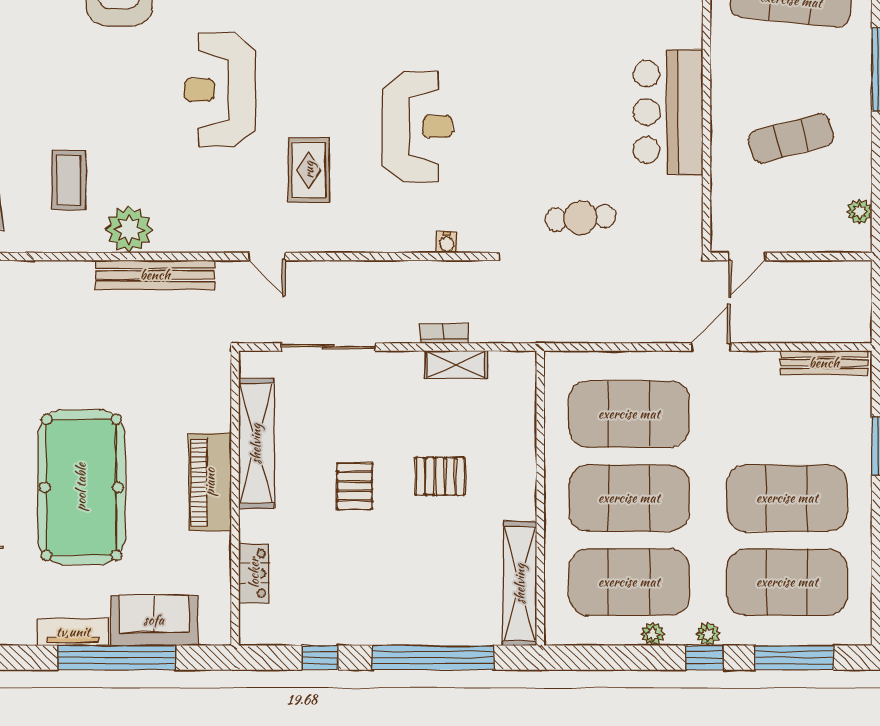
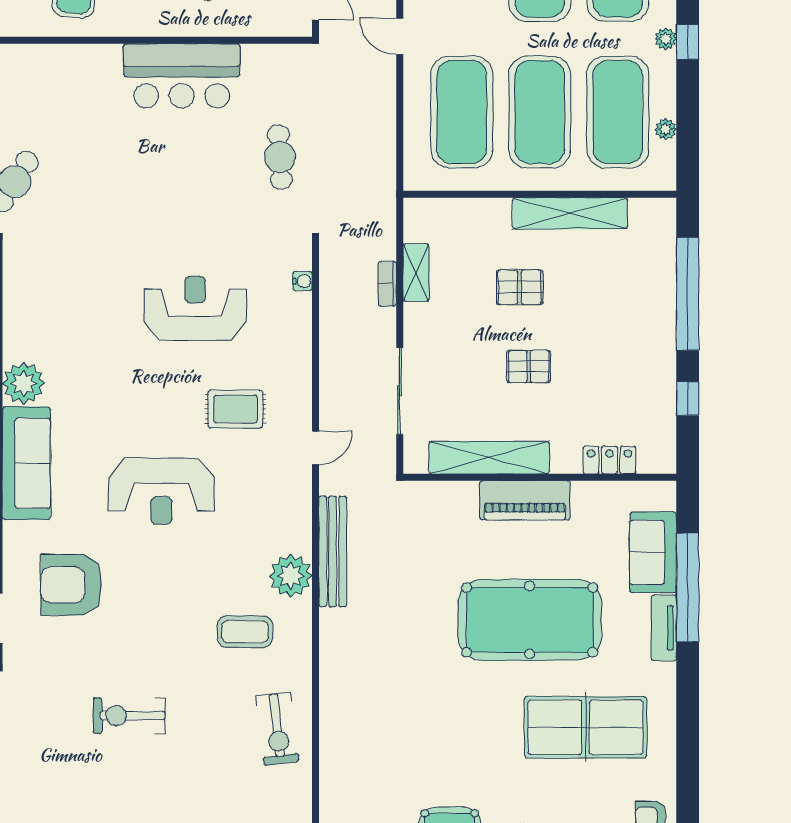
pallet: (440, 476) -> (520, 287), turned 90
shelving: (520, 584) -> (570, 213), moved
plant: (653, 634) -> (666, 129), moved

